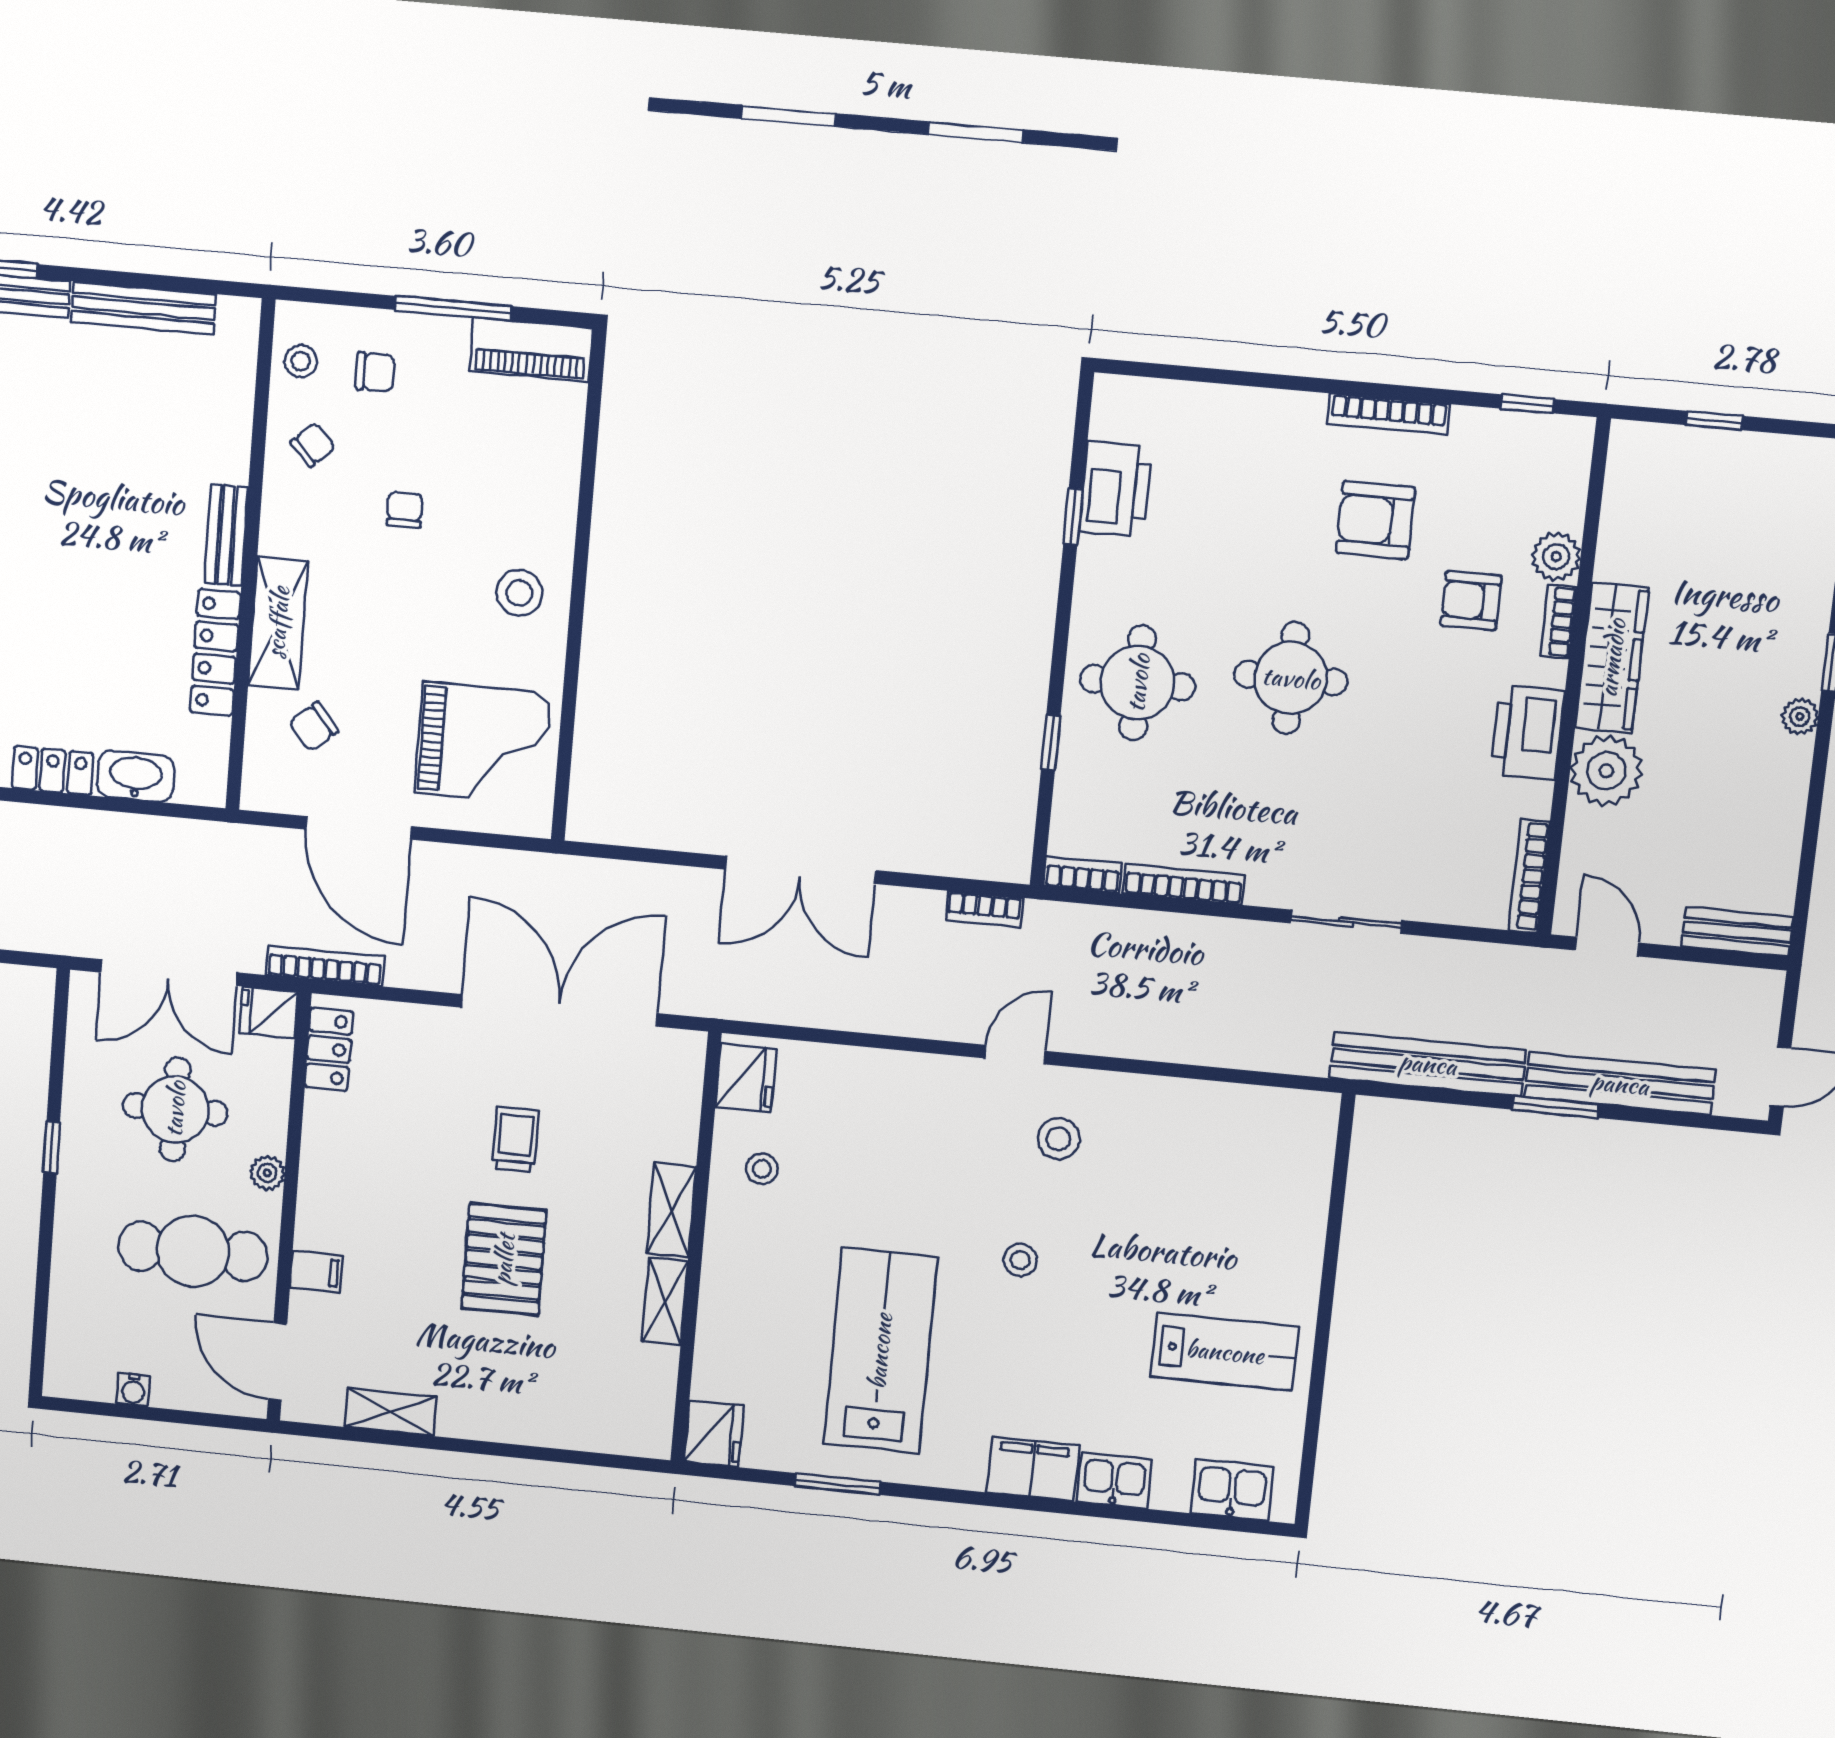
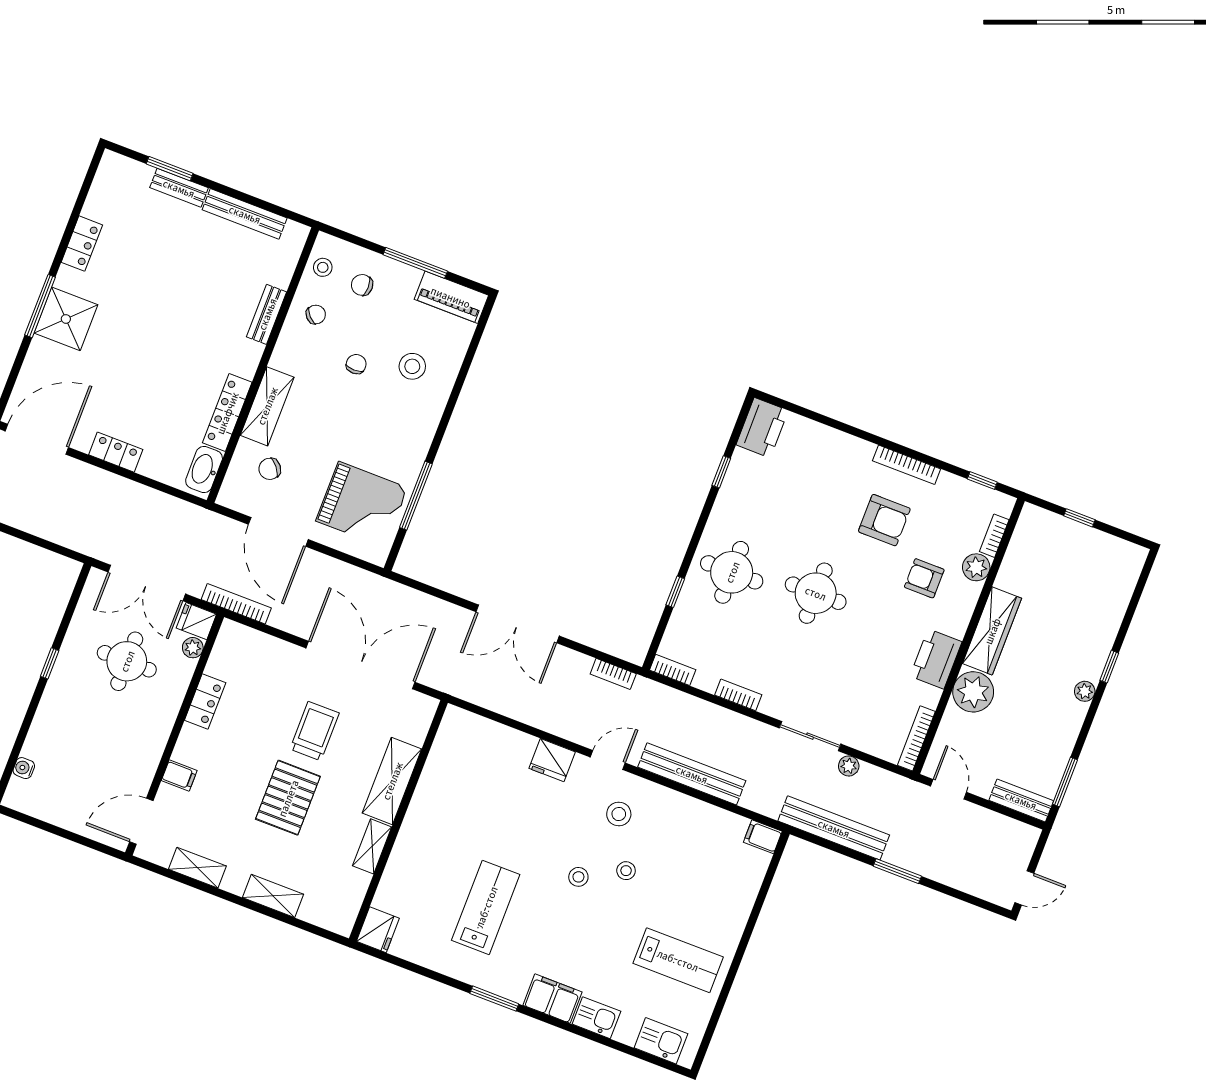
chair: (375, 372) -> (362, 285), turned 180
printer: (1115, 489) -> (762, 428), moved
armchair: (1375, 520) -> (884, 520), turned 180
bench: (226, 535) -> (267, 314), moved
stool: (519, 593) -> (412, 366), moved
bookcase: (1559, 621) -> (994, 536), moved
window: (569, 703) -> (416, 496), added
washbasin: (136, 776) -> (204, 469), moved, turned -90
window: (1805, 880) -> (1065, 782), added
bookcase: (1184, 884) -> (738, 695), width x0.64
plant: (1426, 954) -> (849, 766), added
locker: (329, 1049) -> (205, 702), moved
fridge: (746, 1078) -> (552, 760), moved, turned 90
bench: (1620, 1084) -> (692, 774), moved
filing cabinet: (1311, 1111) -> (763, 837), added
trolley: (515, 1139) -> (315, 731), width x1.36, depth x1.39
stool: (762, 1169) -> (626, 871), moved
plant: (267, 1173) -> (193, 648), moved
shelving: (671, 1210) -> (392, 781), width x1.50, depth x1.33
cafe table: (193, 1251) -> (112, 745), removed
lab bench: (880, 1351) -> (486, 907), width x0.73, depth x0.72
door: (278, 1362) -> (141, 821), hinge flipped
water cooler: (133, 1390) -> (24, 768), moved, turned 90
shelving: (527, 1425) -> (273, 896), added
window: (838, 1484) -> (494, 999), moved

